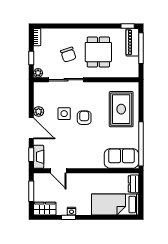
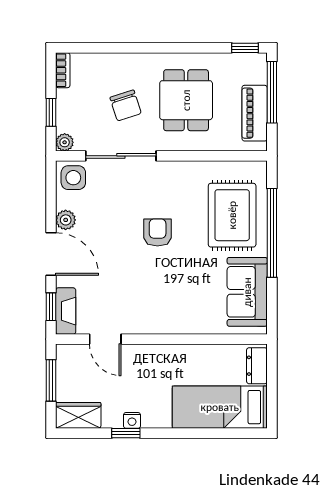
piano: (132, 42) -> (255, 113), moved
side table: (64, 114) -> (73, 178), moved
window: (141, 144) -> (272, 233), moved
sofa: (121, 158) -> (247, 292), moved, turned -90

